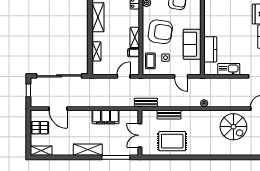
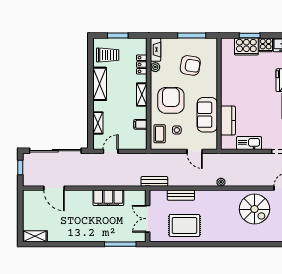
armchair: (160, 32) -> (171, 100), turned -98
shelving: (135, 37) -> (142, 95), moved
door: (124, 76) -> (111, 151), moved
pallet: (40, 128) -> (33, 210), removed
shelving: (88, 150) -> (88, 235), removed

